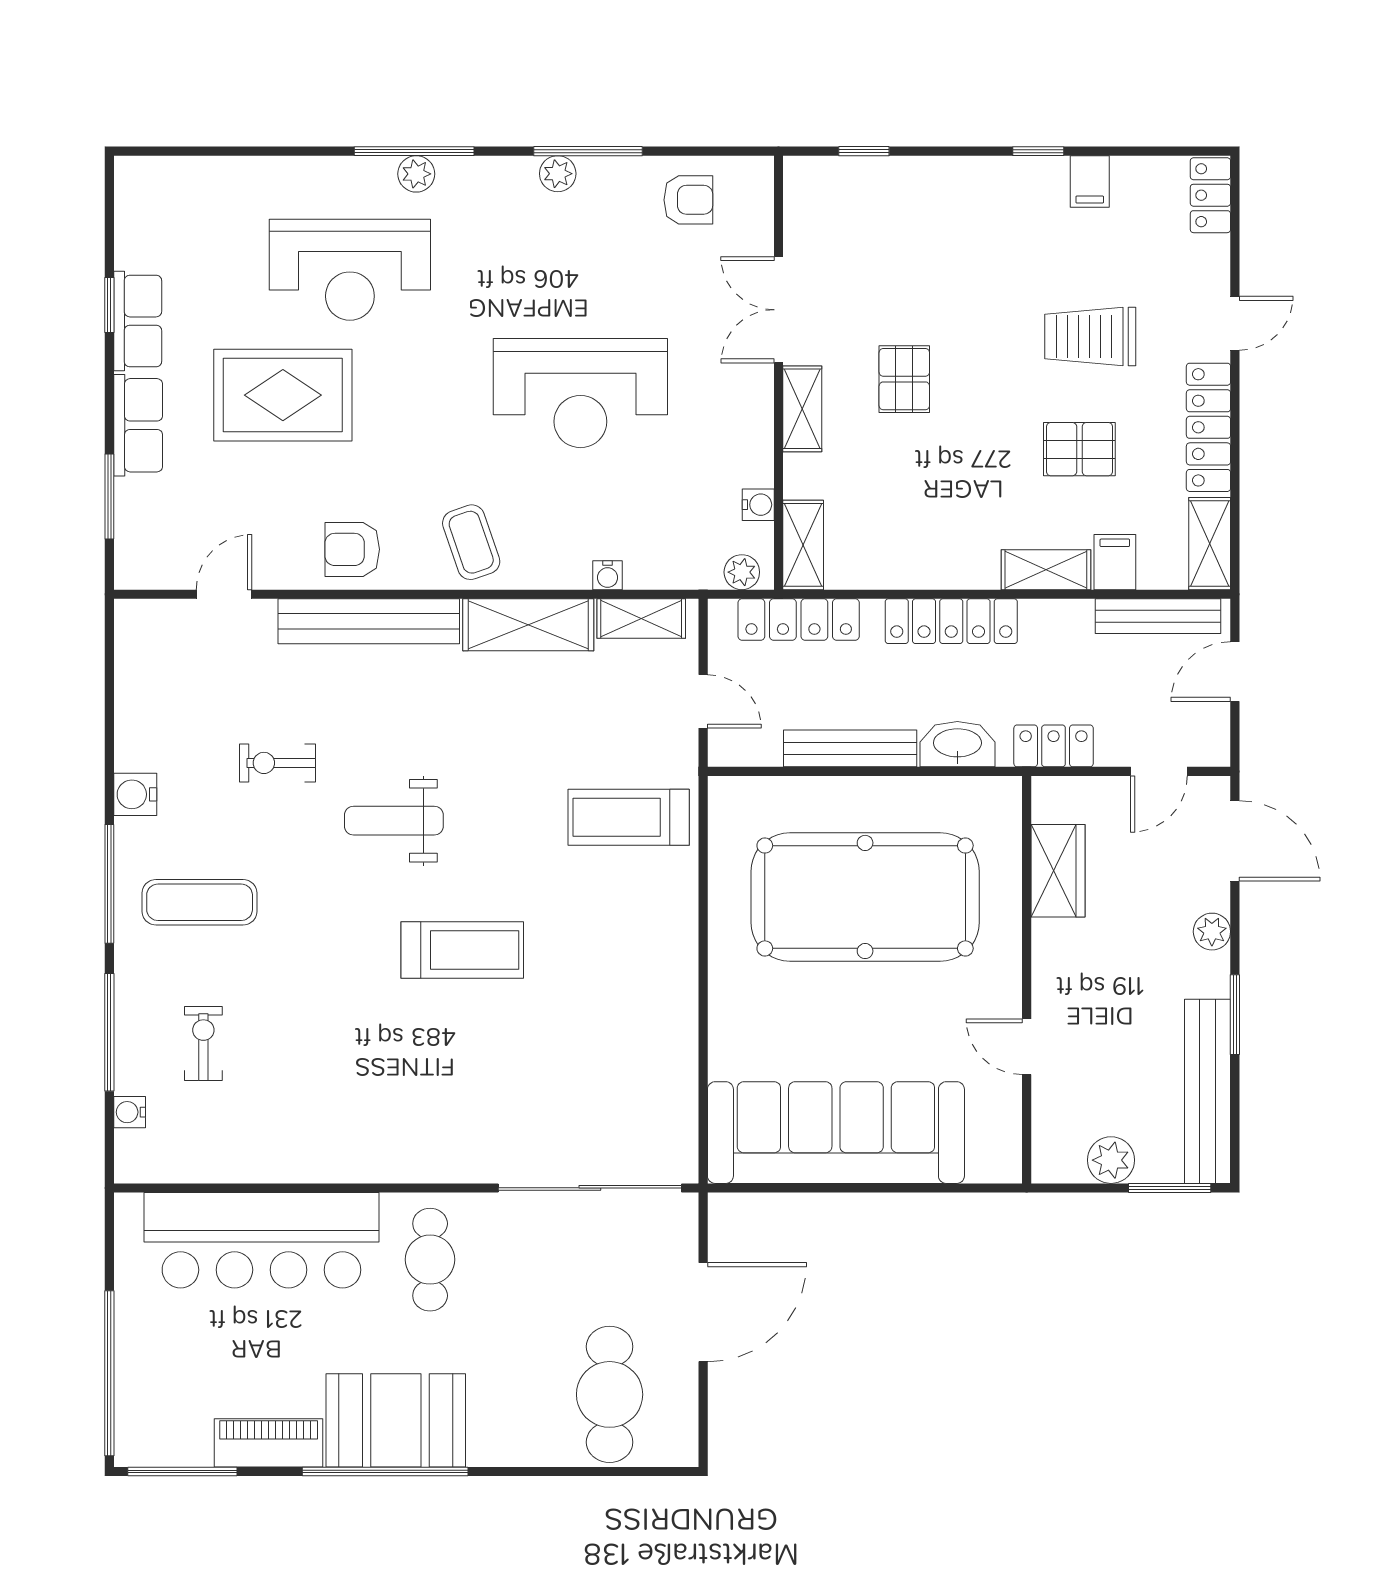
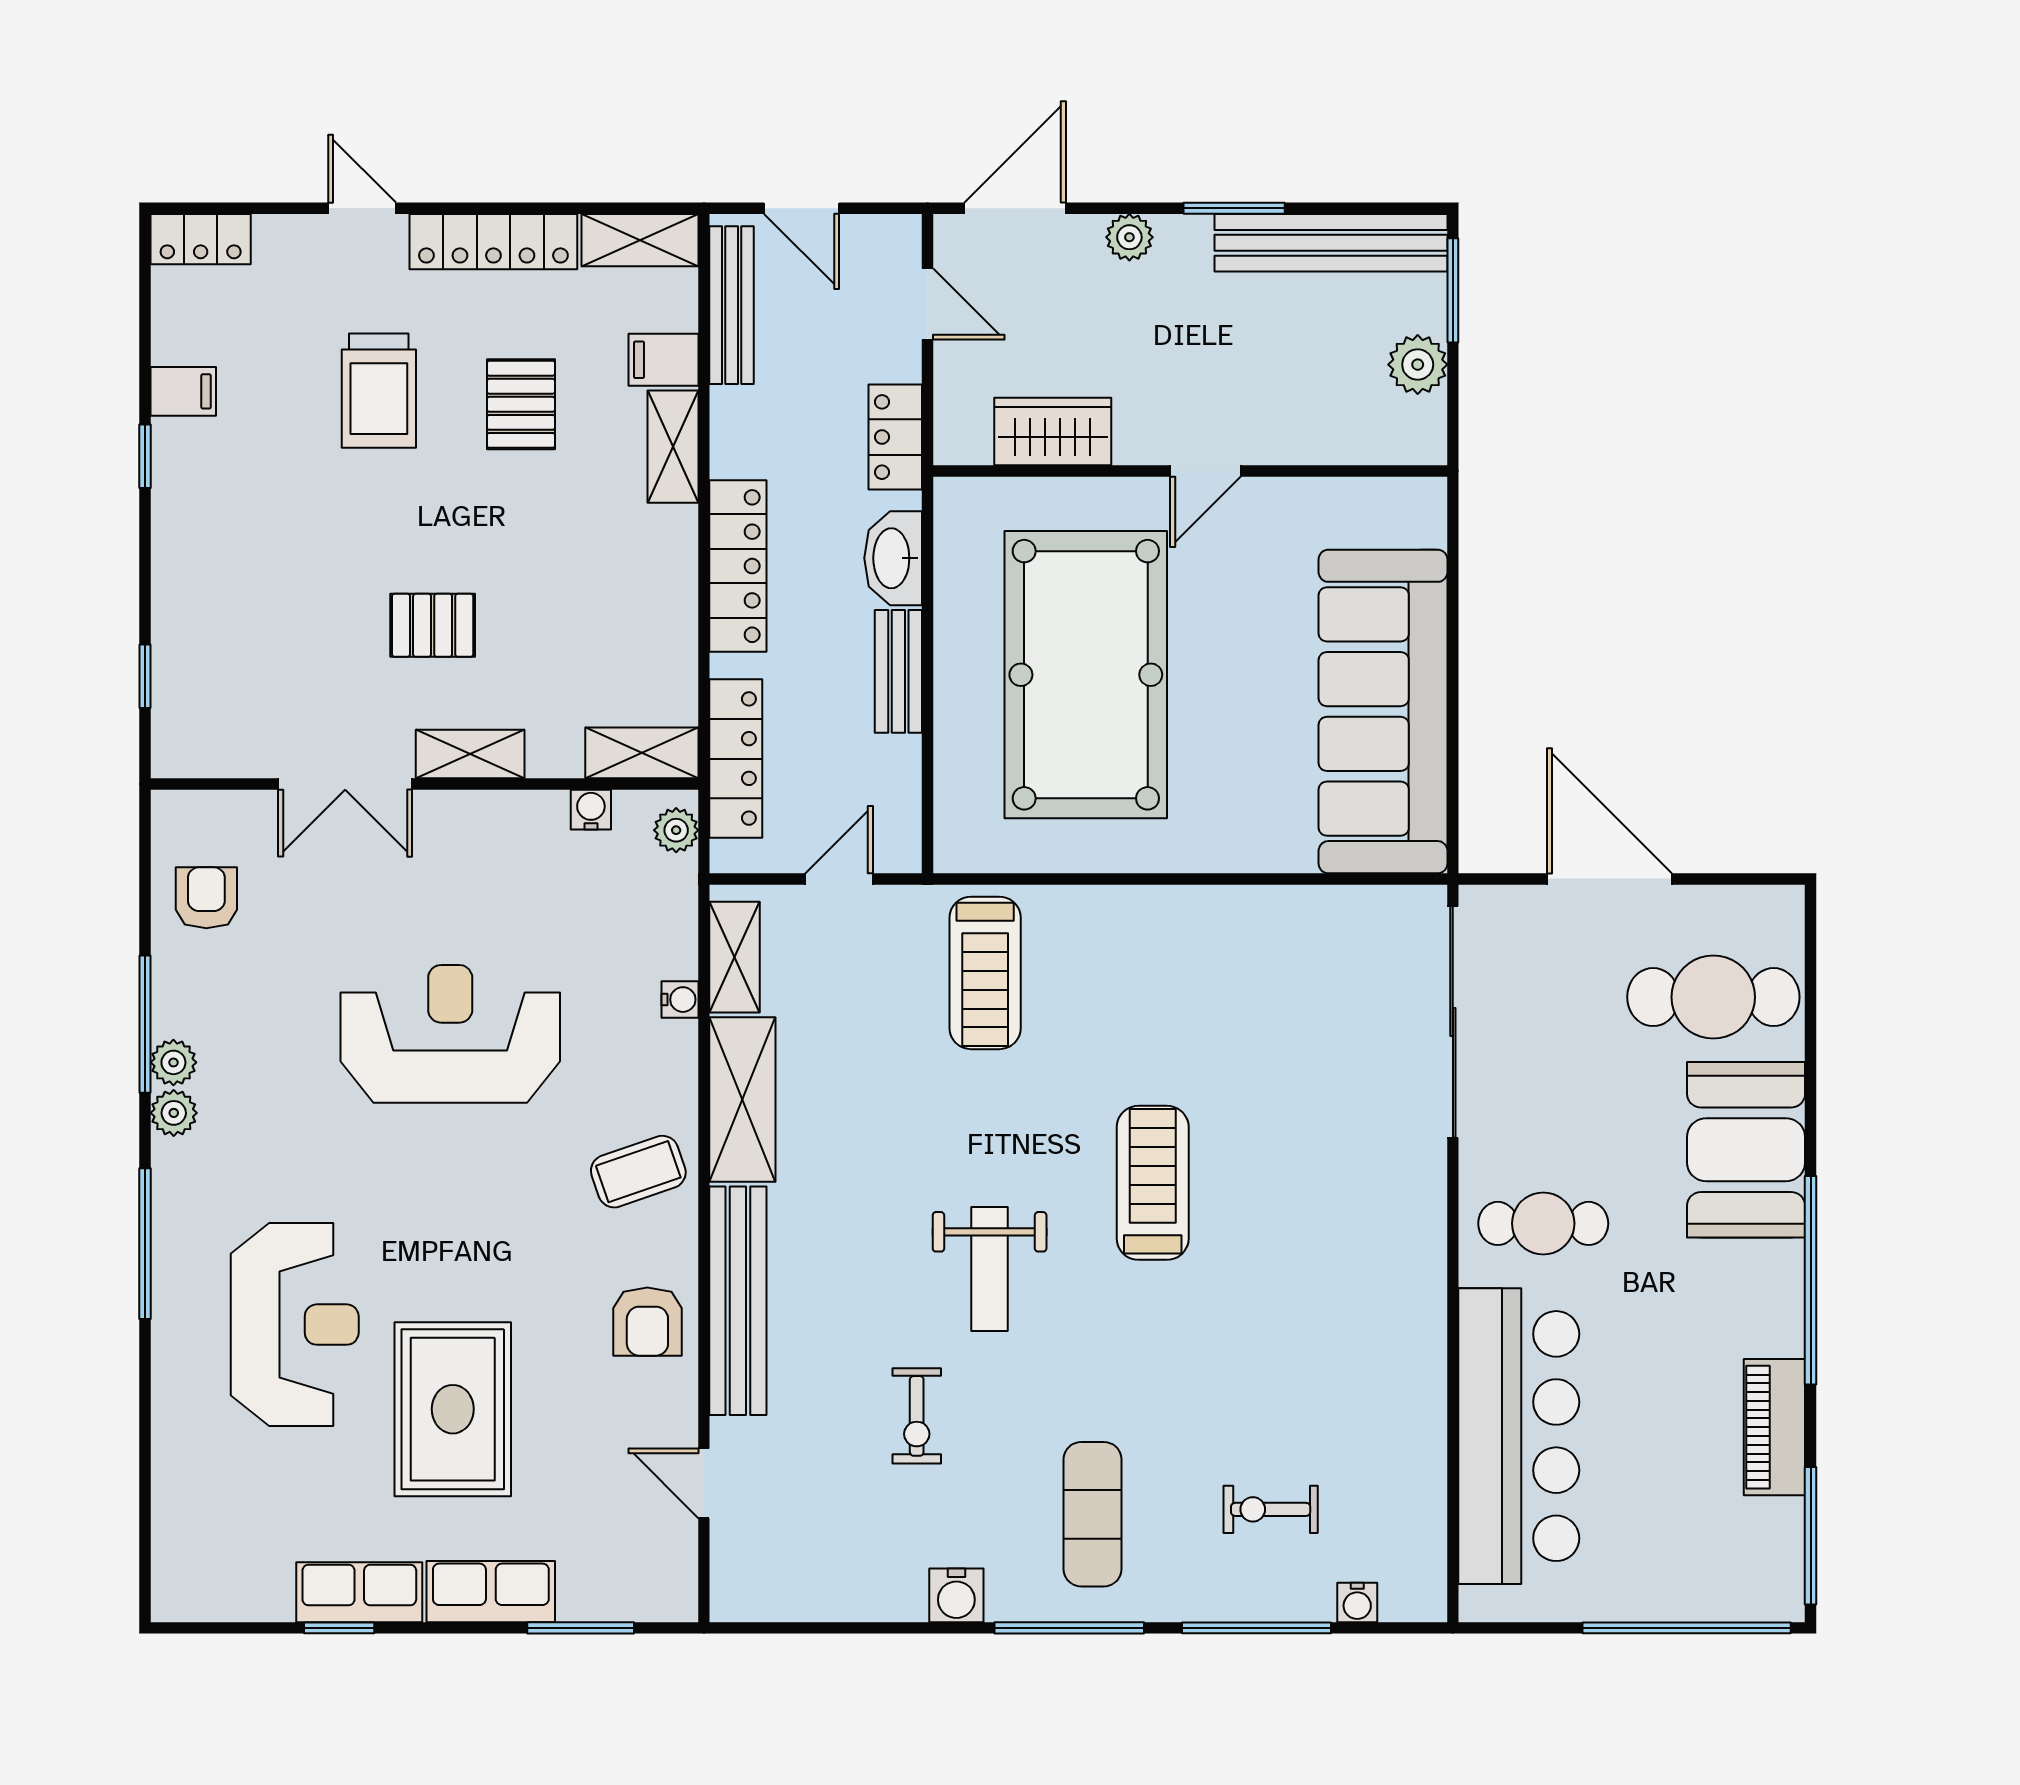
plant: (416, 174) -> (174, 1113), moved
reception desk: (580, 393) -> (450, 1034), turned -90
bench: (850, 748) -> (898, 671), width x0.73
door: (1027, 1047) -> (1205, 471), moved
booth: (396, 1420) -> (1746, 1150), moved

